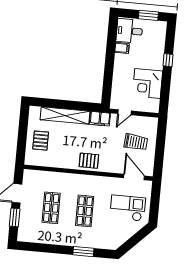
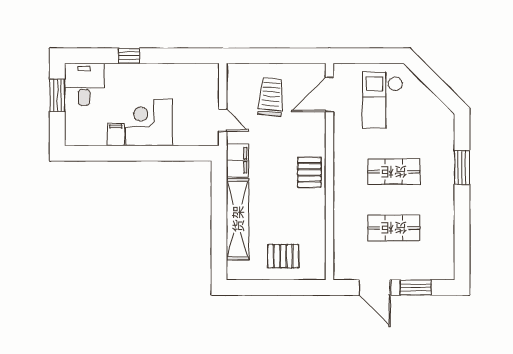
desk: (129, 31) -> (84, 84), moved, turned 180
corner desk: (147, 83) -> (149, 122), moved, turned 180

